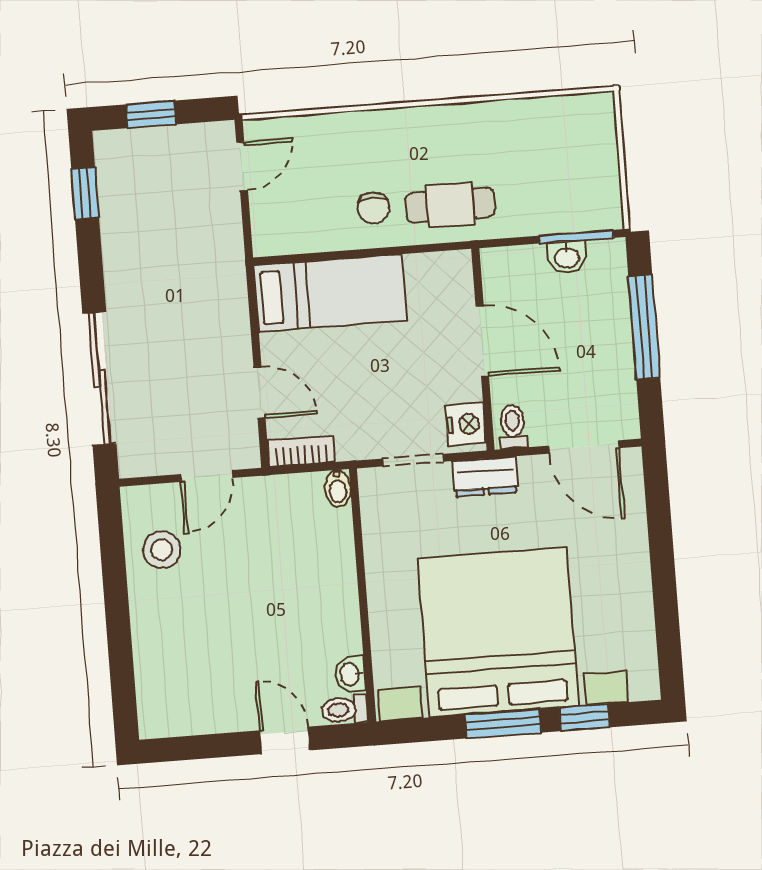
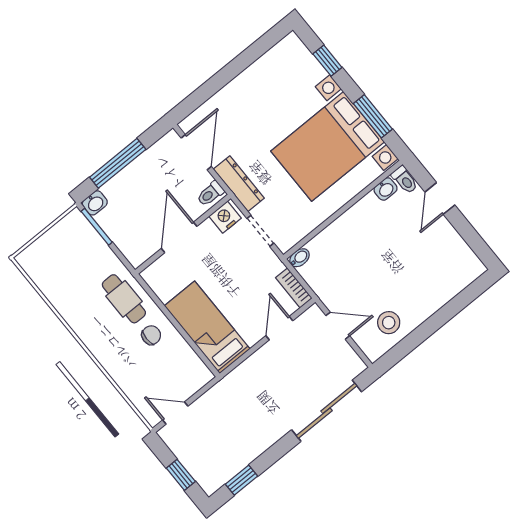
washbasin: (567, 257) -> (95, 203), moved, turned 90
dresser: (485, 477) -> (239, 184), width x1.44
bed with nightstands: (498, 632) -> (328, 146), width x0.73
window: (503, 724) -> (373, 116), moved

